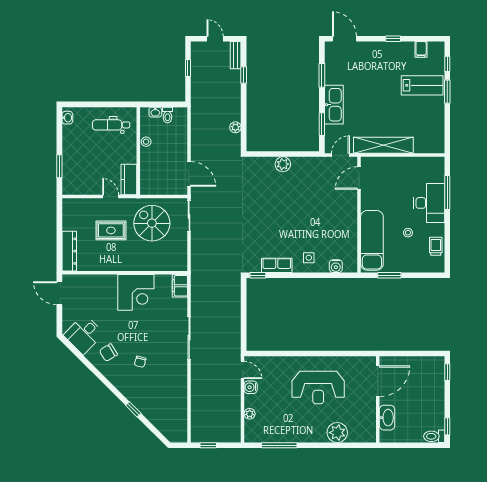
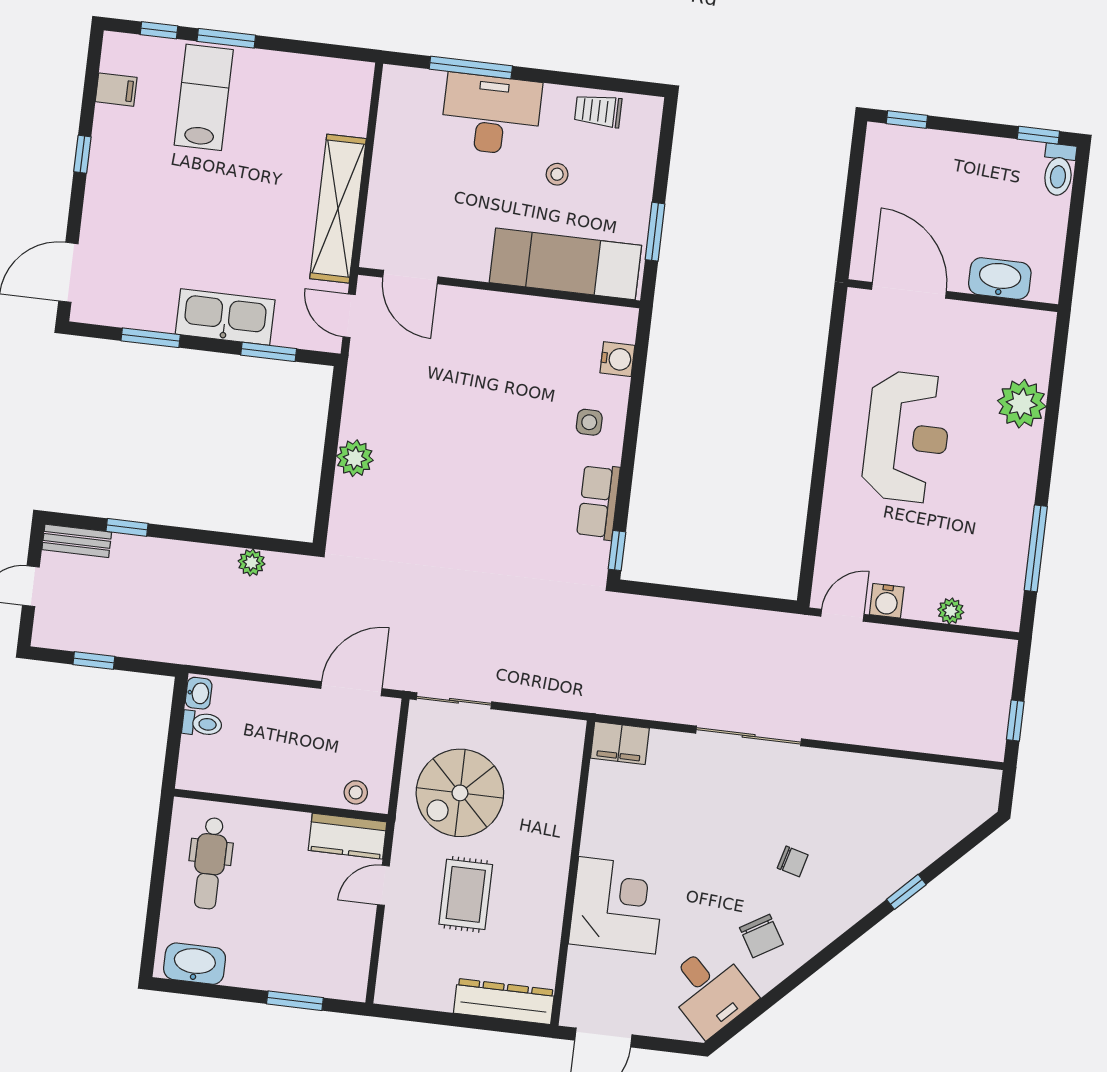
washbasin: (155, 112) -> (199, 693), moved
washbasin: (67, 118) -> (195, 964), width x1.91, depth x1.45
stool: (146, 142) -> (356, 792), moved
corner desk: (136, 292) -> (617, 905), moved

